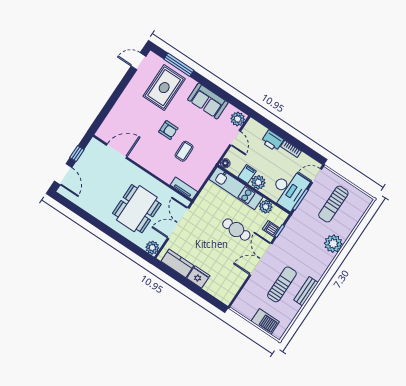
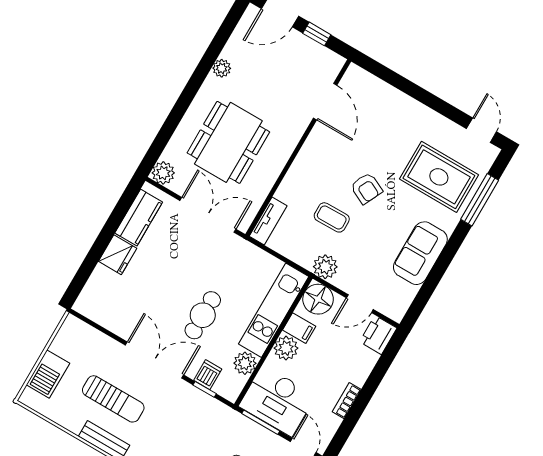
plant: (238, 119) -> (325, 267), moved
armchair: (168, 130) -> (366, 188), turned -64
printer: (272, 141) -> (378, 335), moved
floor lamp: (225, 163) -> (318, 299), width x1.89, depth x1.89
dining table: (137, 209) -> (228, 142), turned 90
plant: (94, 210) -> (222, 68), added

